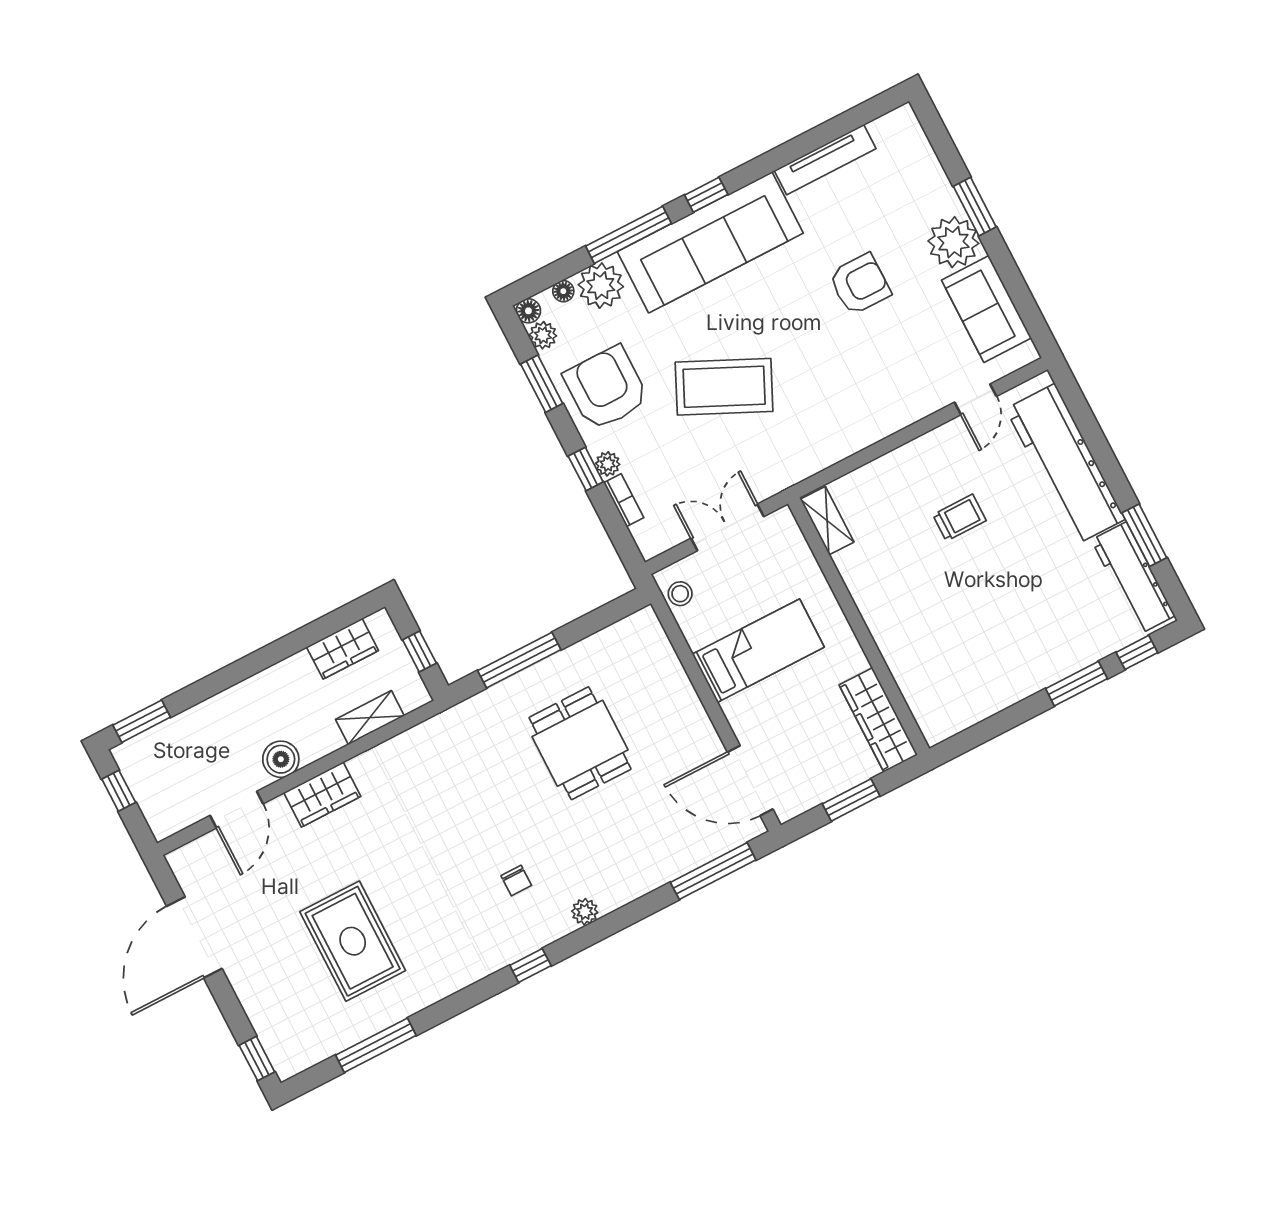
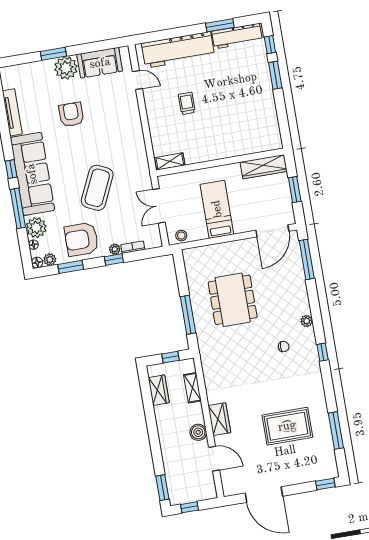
dining table: (580, 743) -> (233, 300), width x1.38

